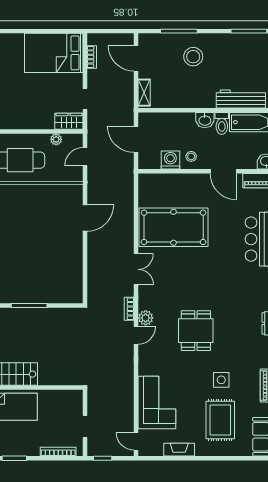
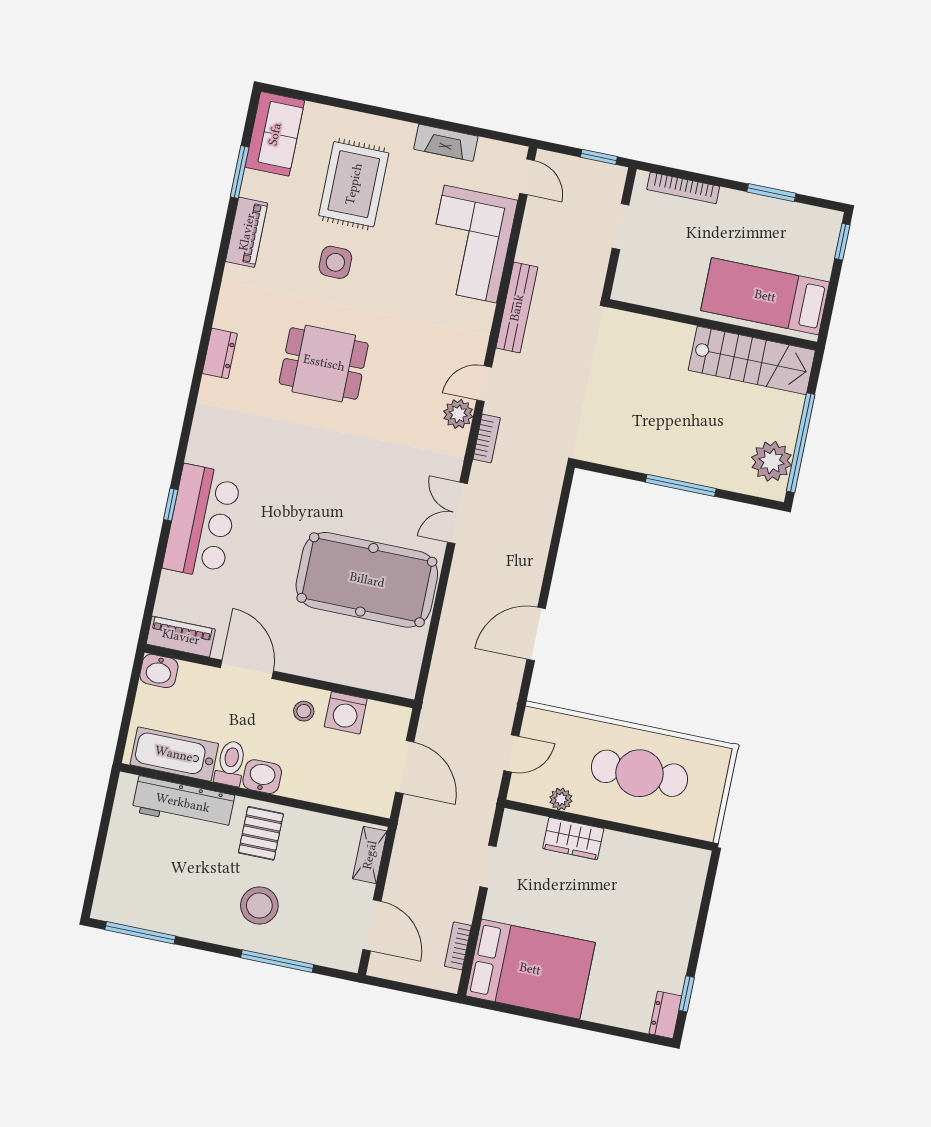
pallet: (200, 92) -> (261, 833), added
wardrobe: (69, 121) -> (573, 839), moved
dining table: (196, 331) -> (324, 363), moved, turned 90
bench: (128, 376) -> (517, 308), added

